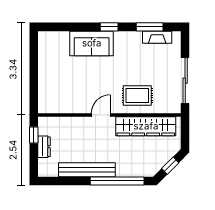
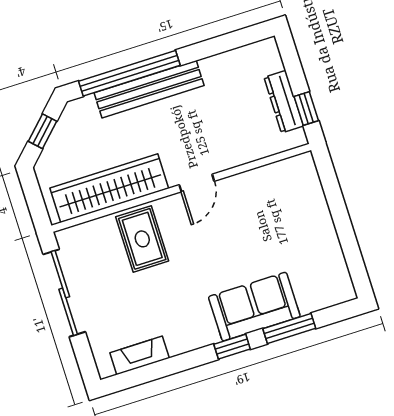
window: (150, 27) -> (289, 329), moved
rug: (137, 95) -> (142, 239), turned 90
dresser: (44, 147) -> (284, 102), width x1.44
bench: (87, 170) -> (149, 89), moved

